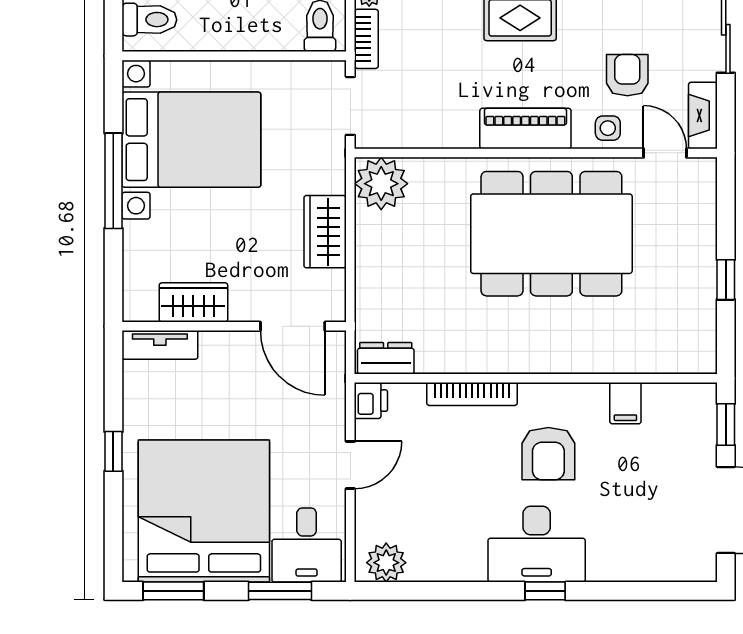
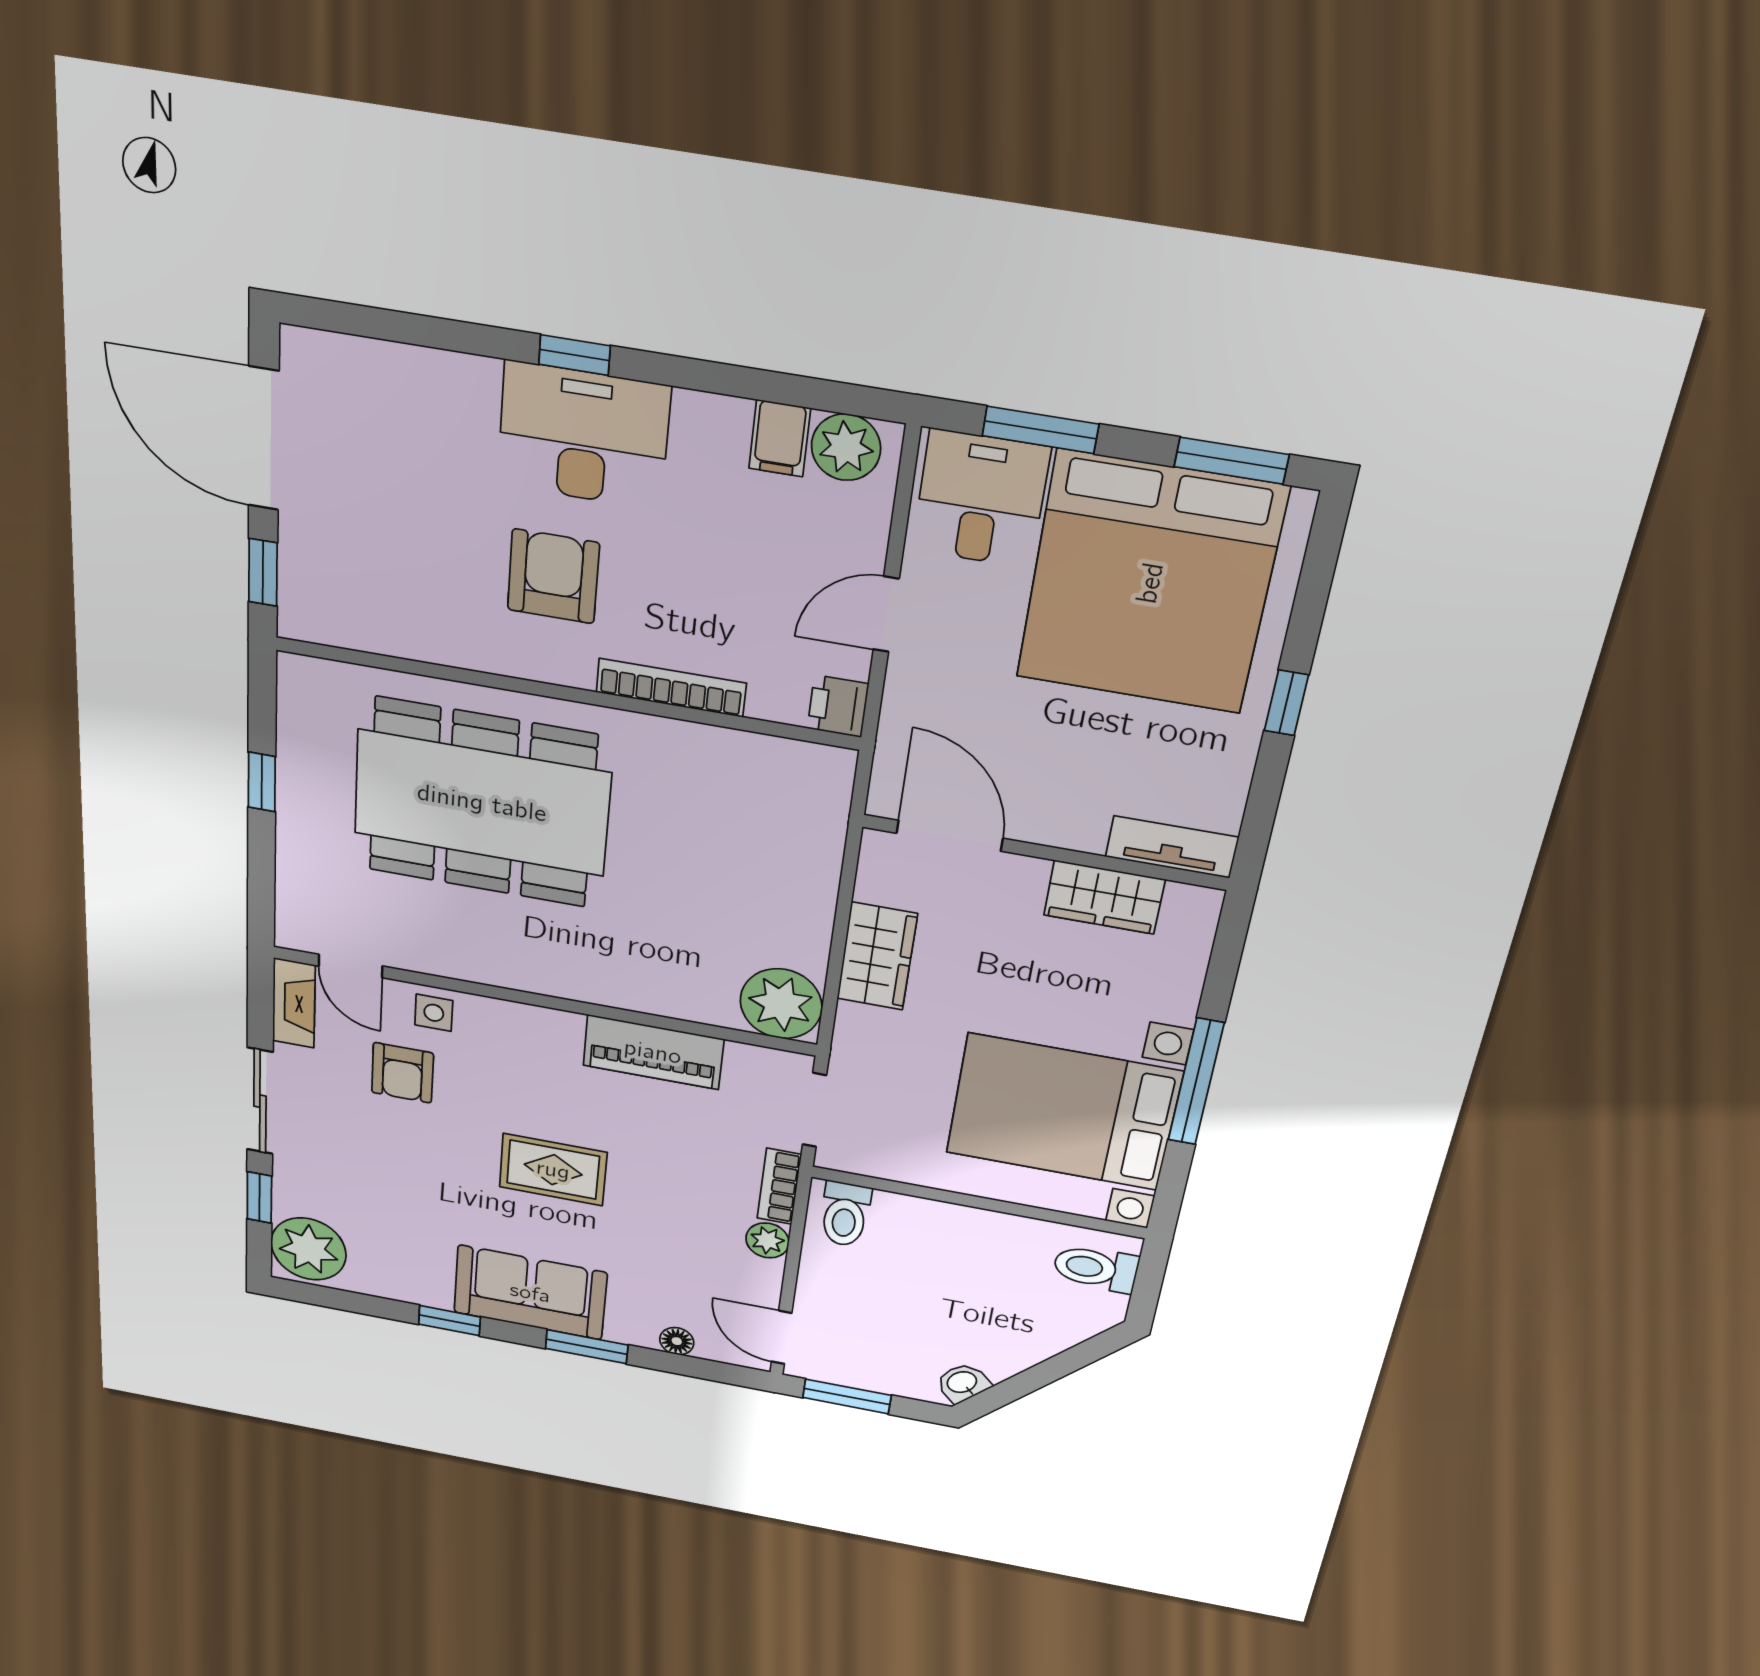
piano: (525, 128) -> (653, 1052), moved
dining table: (551, 234) -> (482, 803), moved
dresser: (386, 358) -> (805, 764), removed
filing cabinet: (625, 403) -> (780, 438), moved, turned 180

